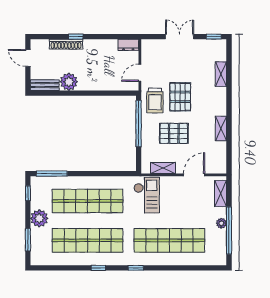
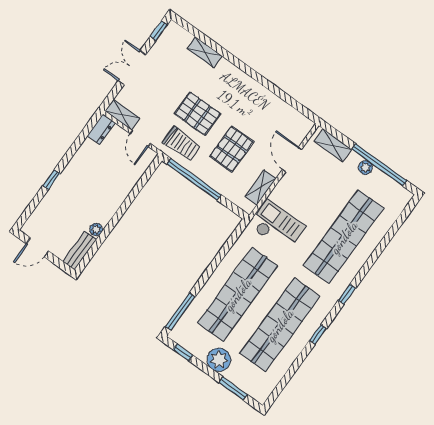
shoe rack: (66, 44) -> (52, 196), removed
plant: (69, 82) -> (96, 230), width x0.53, depth x0.53
shelving: (221, 128) -> (122, 115), moved

